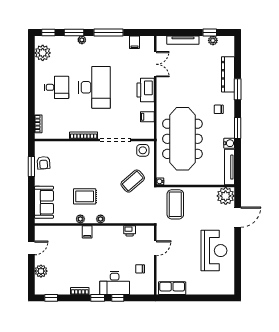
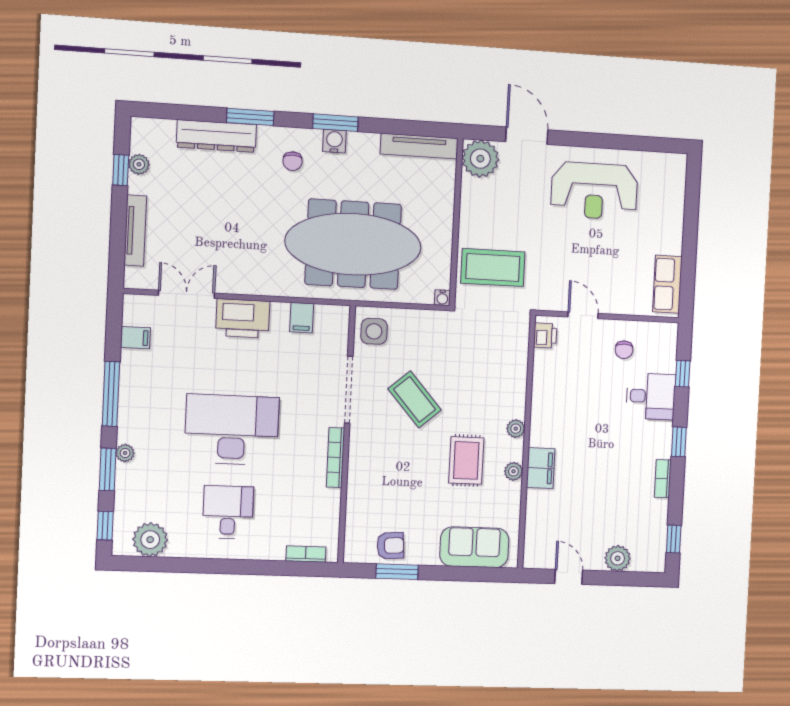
water cooler: (229, 143) -> (334, 141), moved
coffee table: (133, 181) -> (415, 399), moved
printer: (130, 231) -> (545, 335), moved
filing cabinet: (87, 232) -> (541, 468), width x2.00
reception desk: (214, 251) -> (594, 191), turned 180
desk: (115, 283) -> (651, 396), width x0.73
window: (118, 298) -> (683, 374), moved

